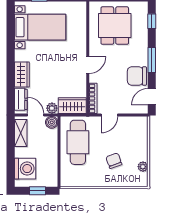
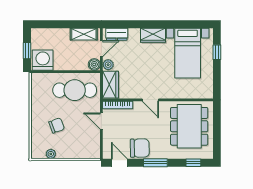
dining table: (115, 26) -> (189, 126), width x1.38
wardrobe: (22, 75) -> (153, 35), moved
chair: (137, 76) -> (140, 148), turned 89
washing machine: (25, 169) -> (43, 60), moved, turned 180

